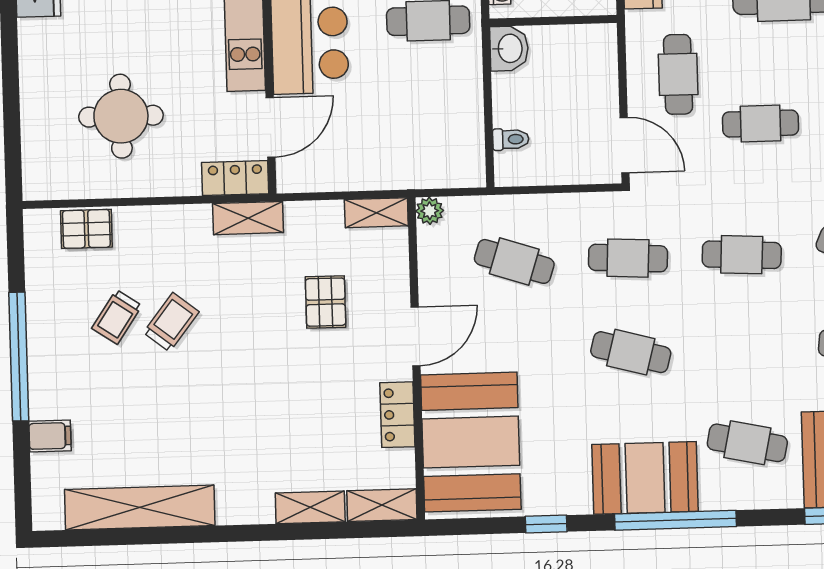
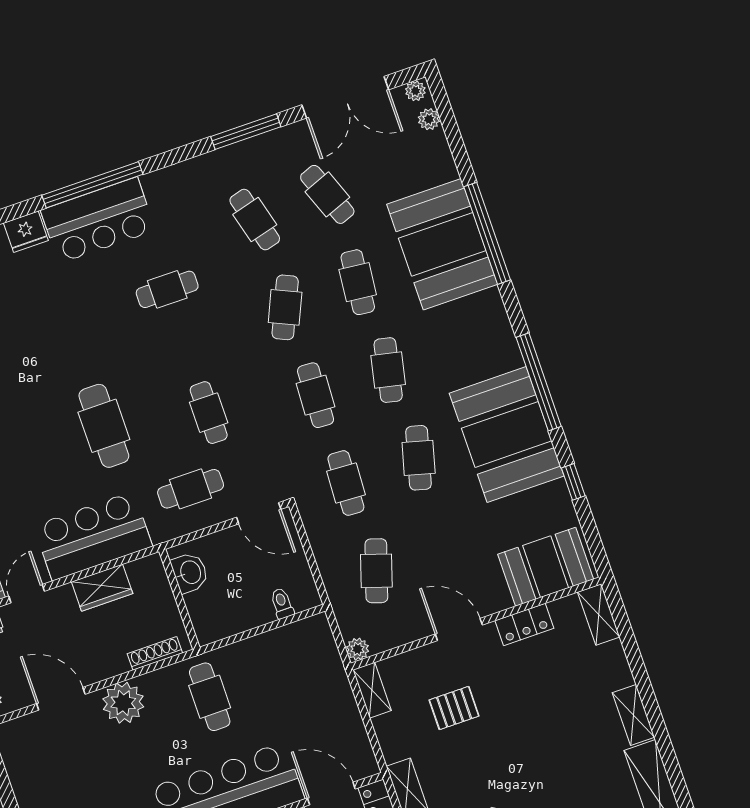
washbasin: (509, 48) -> (190, 573), moved, turned 90
door: (625, 145) -> (259, 513), swing flipped
booth: (471, 442) -> (546, 567), width x0.73, depth x0.70
cafe table: (747, 443) -> (388, 370), moved
booth: (645, 478) -> (507, 435), width x1.36, depth x1.42
shelving: (310, 507) -> (633, 715), moved

